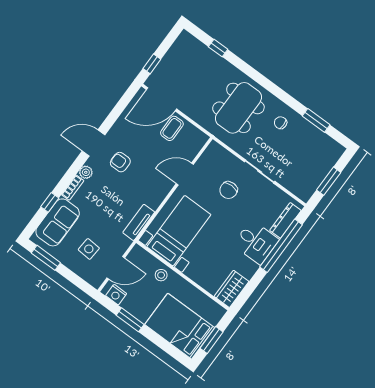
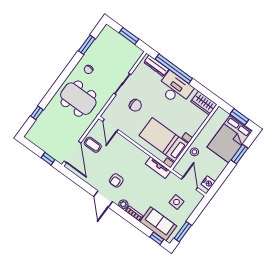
door: (185, 174) -> (110, 125), moved
window: (50, 202) -> (157, 238), moved
desk: (256, 242) -> (175, 89), width x1.37
window: (130, 320) -> (240, 154), moved

